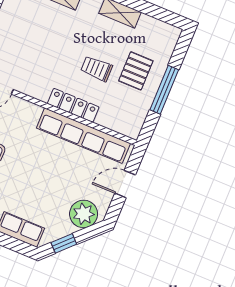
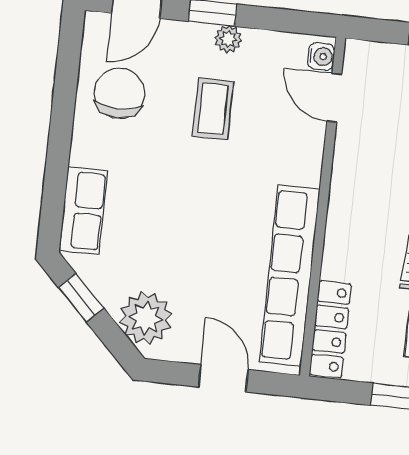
locker: (73, 105) -> (330, 329), moved

